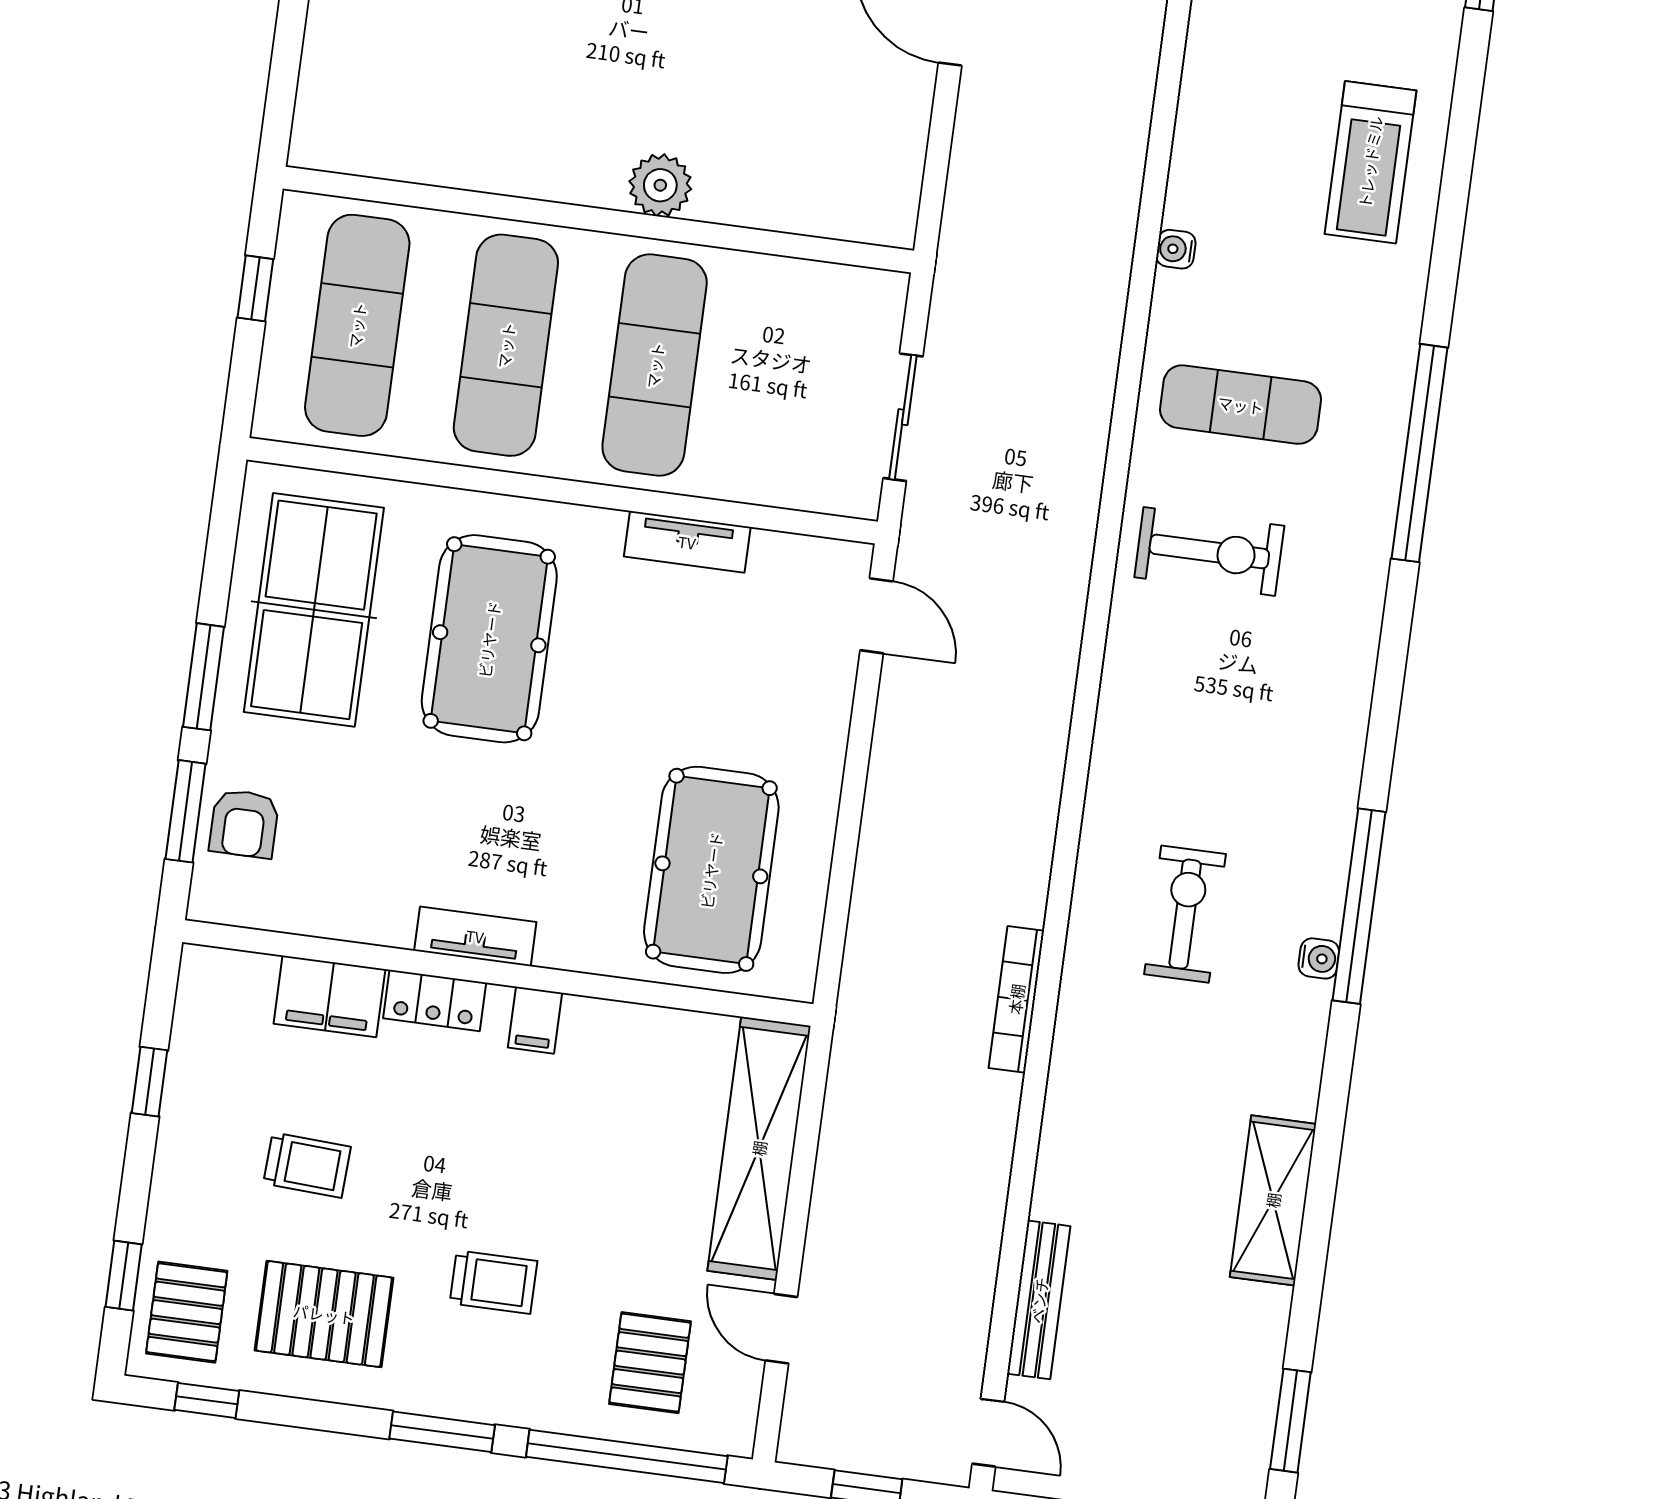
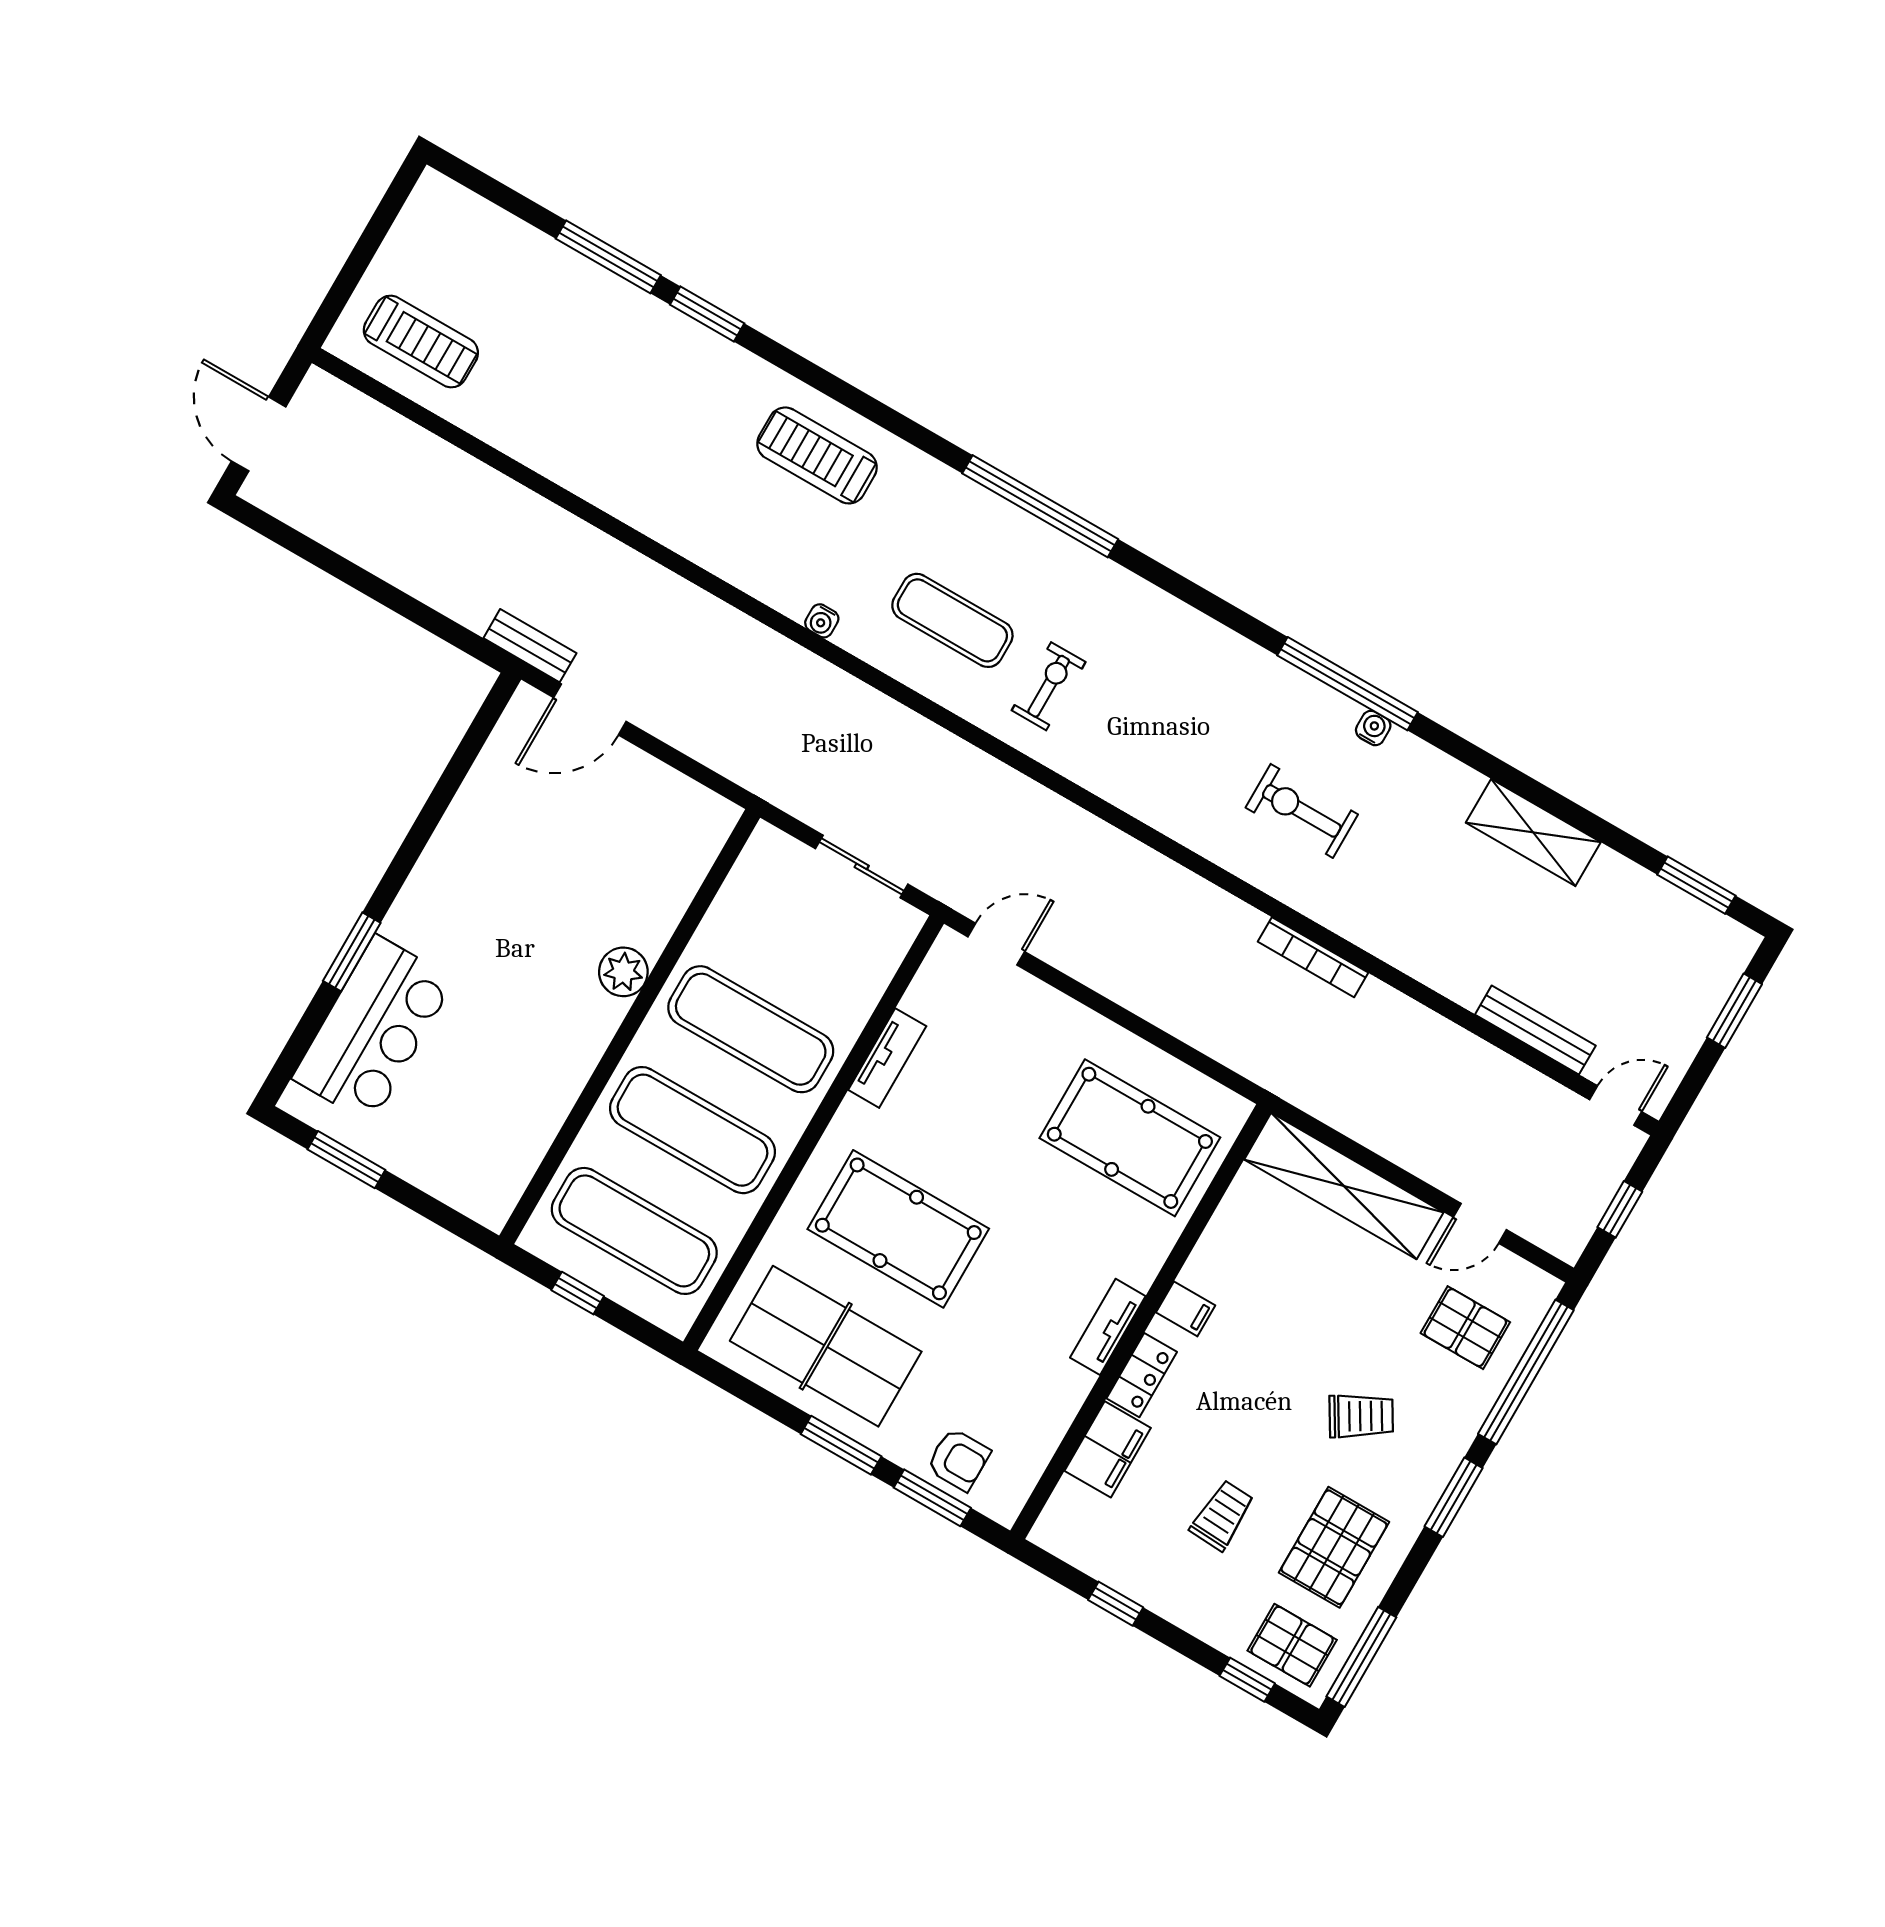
treadmill: (1370, 162) -> (817, 455), turned 180
exercise mat: (1241, 405) -> (952, 620), turned 90
exercise bike: (1209, 551) -> (1049, 686), width x0.73, depth x0.72
trolley: (493, 1282) -> (1361, 1416), turned 59
window: (207, 1400) -> (1361, 1657), width x2.17

